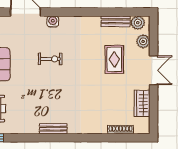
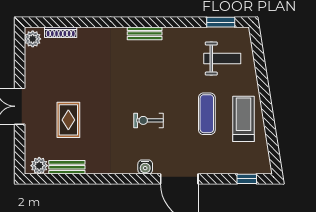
plant: (143, 41) -> (33, 39), moved
wardrobe: (142, 103) -> (34, 65), removed

